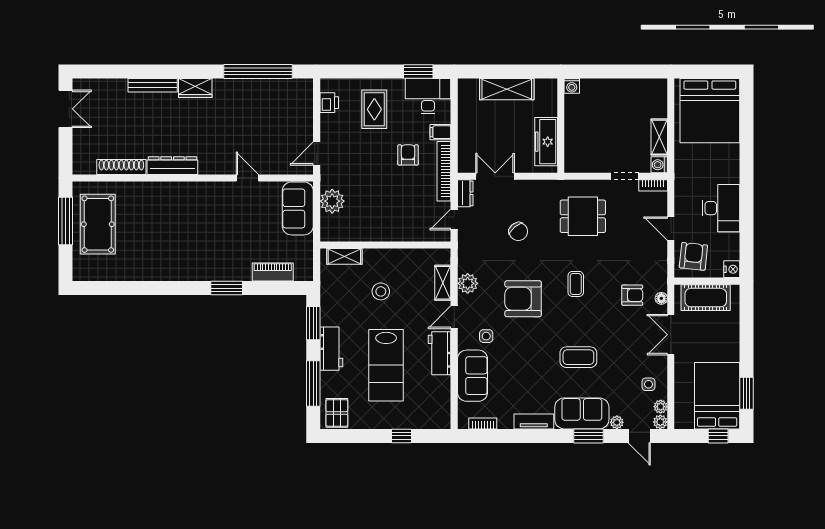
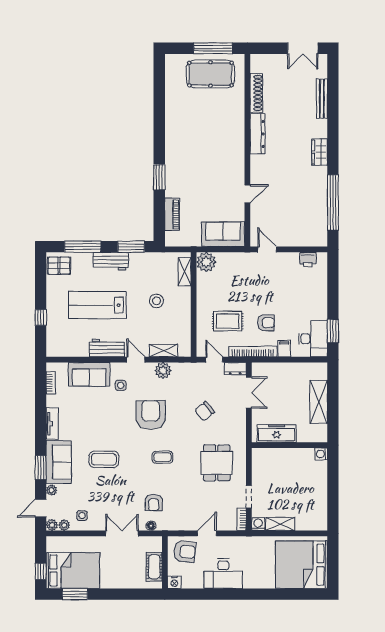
bench: (153, 85) -> (322, 99), moved
rug: (374, 109) -> (228, 321), moved
plant: (332, 201) -> (206, 262), moved
cot: (706, 298) -> (154, 567), width x0.73, depth x0.75
coffee table: (578, 357) -> (104, 459), turned 90

